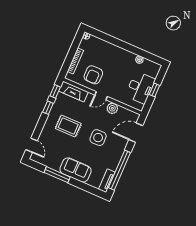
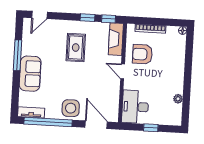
desk: (140, 88) -> (135, 107), moved, turned 90
plant: (112, 108) -> (113, 89), removed
side table: (98, 138) -> (71, 108), moved

